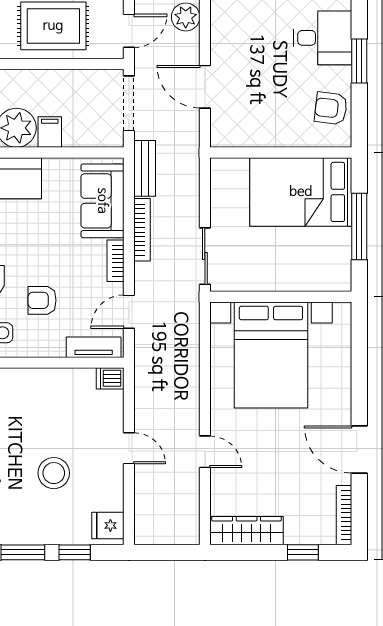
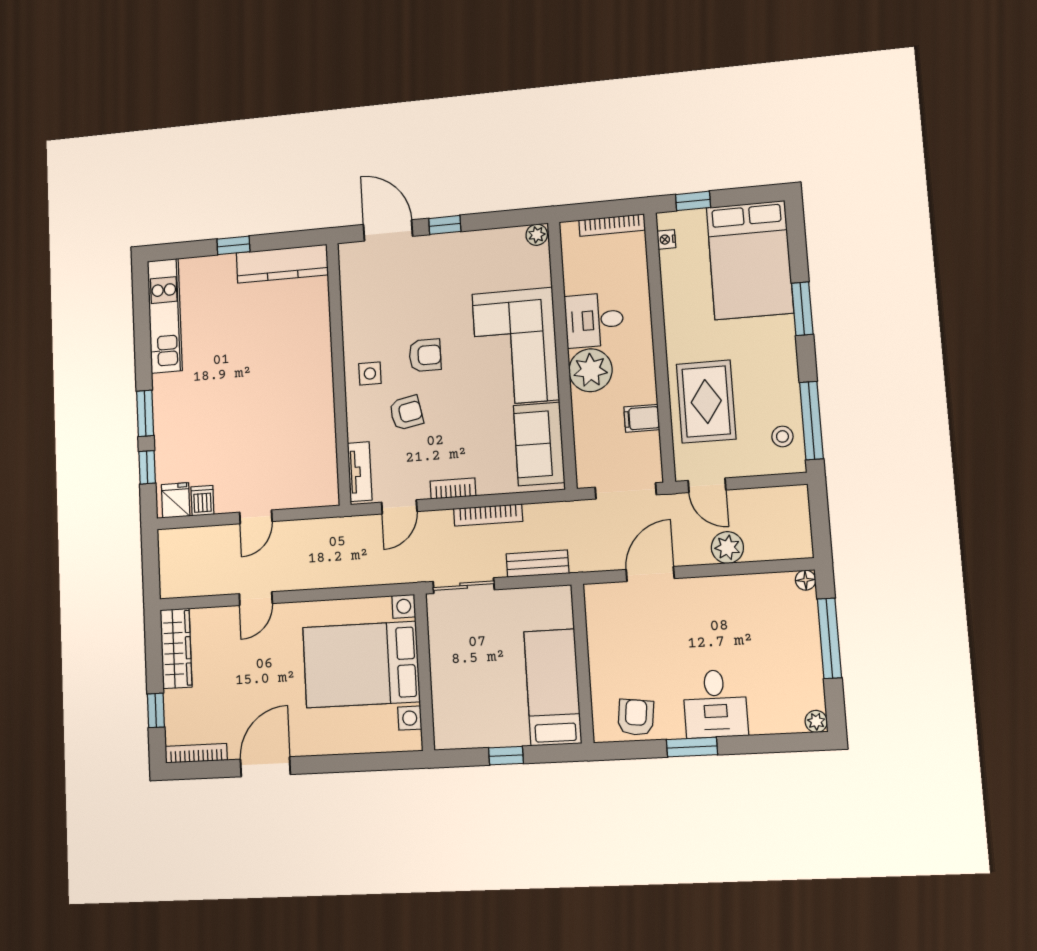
filing cabinet: (50, 132) -> (642, 418), moved, turned 180
bench: (145, 168) -> (538, 564), moved
bed: (301, 192) -> (553, 687), width x0.67
sofa: (102, 201) -> (539, 444), moved, turned -90
window: (359, 226) -> (506, 756), width x0.46
armchair: (42, 300) -> (406, 413), turned 79
door: (129, 312) -> (399, 507), swing flipped
dishwasher: (110, 378) -> (202, 501), moved
stool: (54, 473) -> (227, 439), removed

